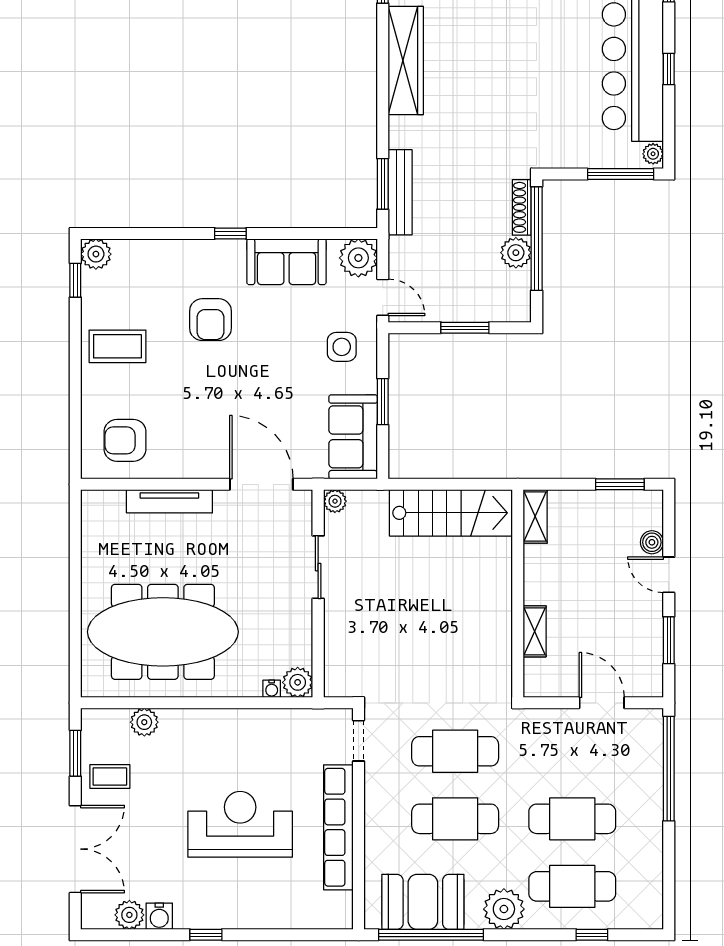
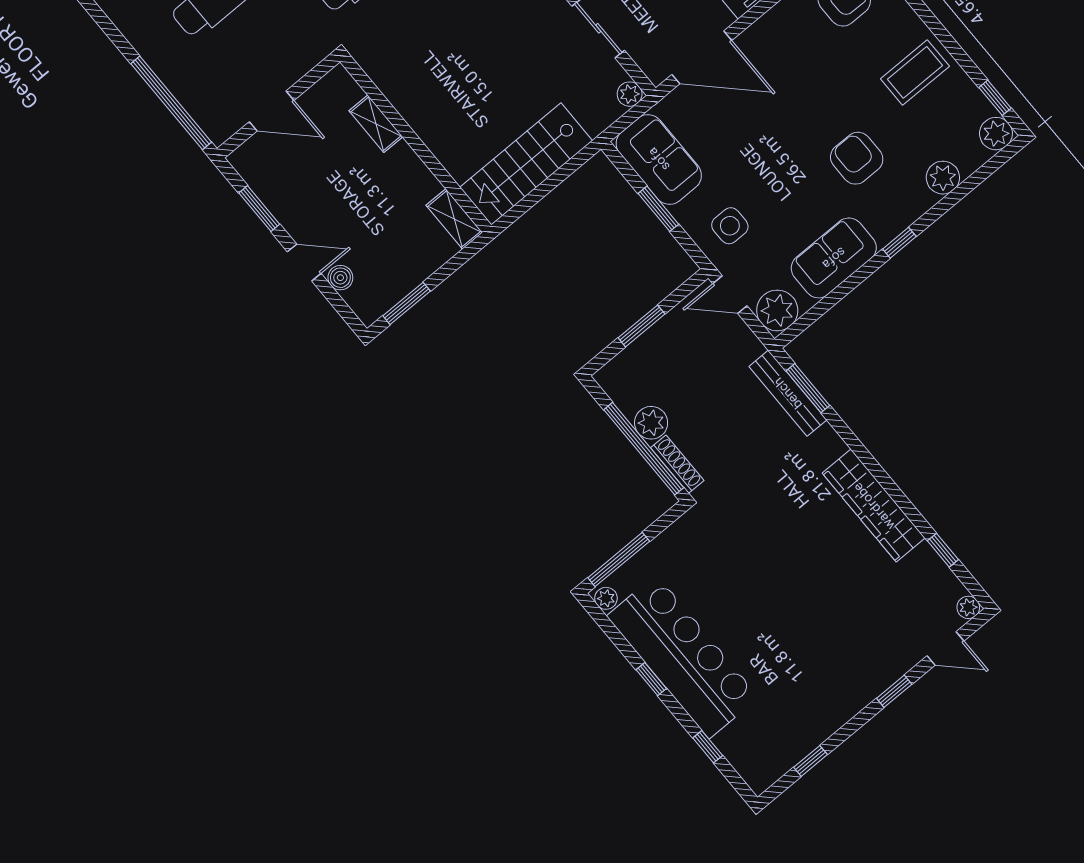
plant: (160, 254) -> (943, 178), added

